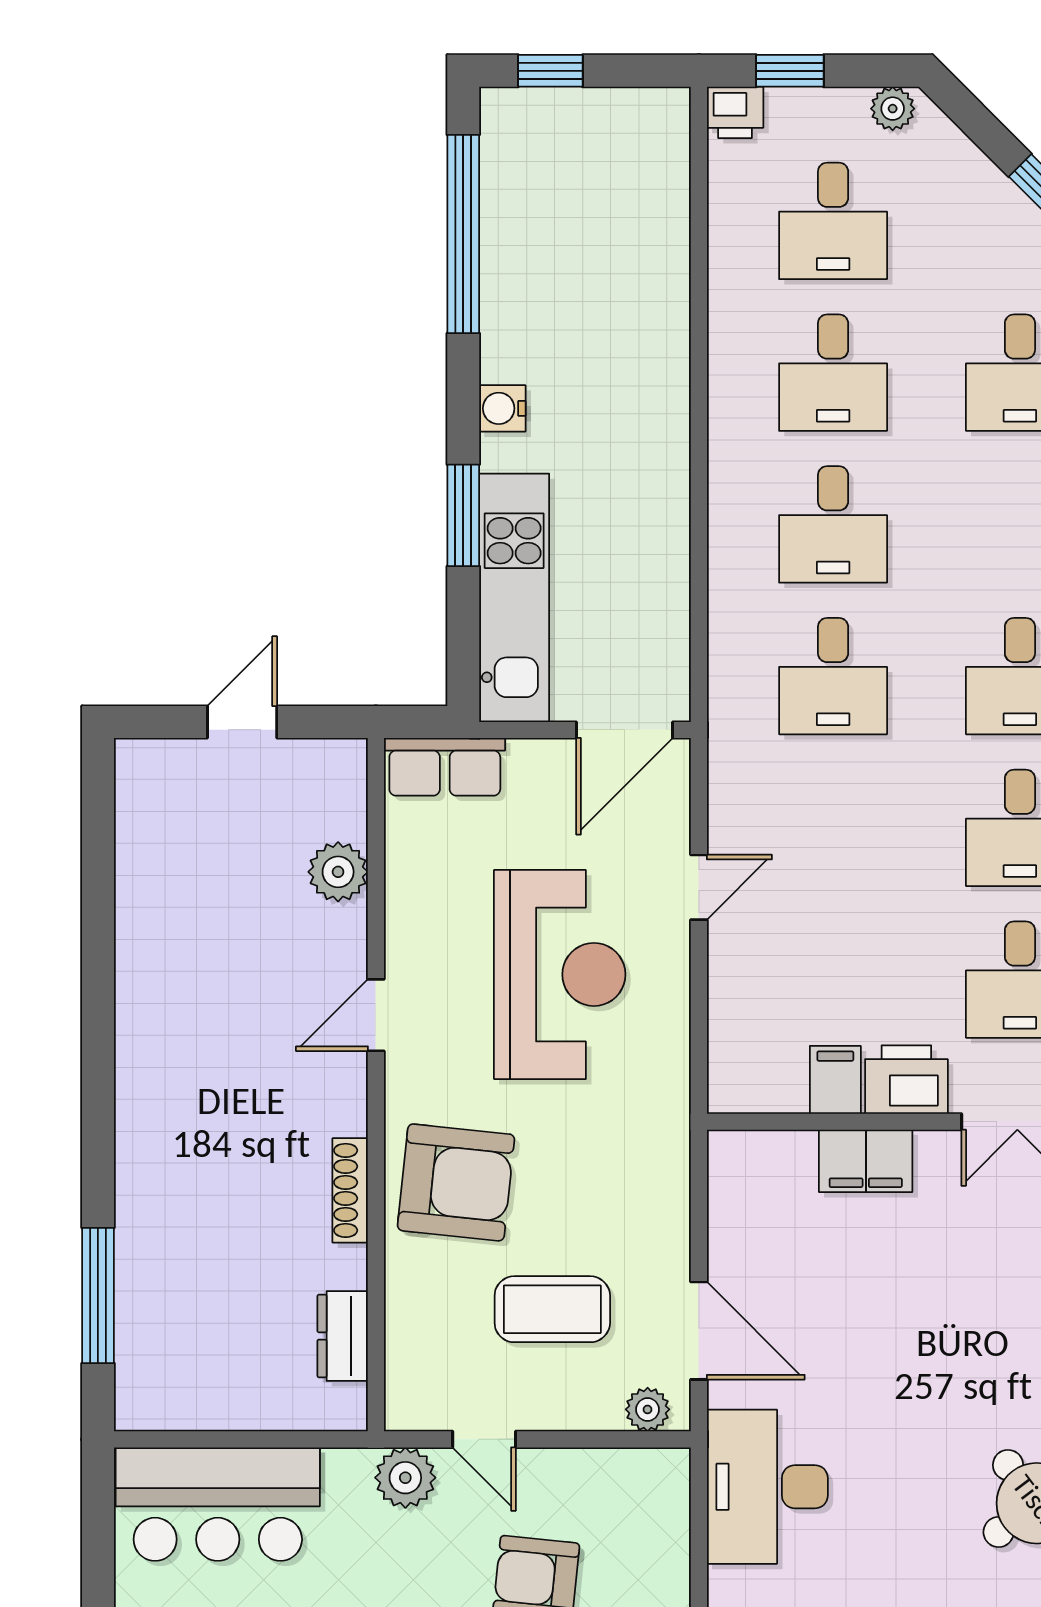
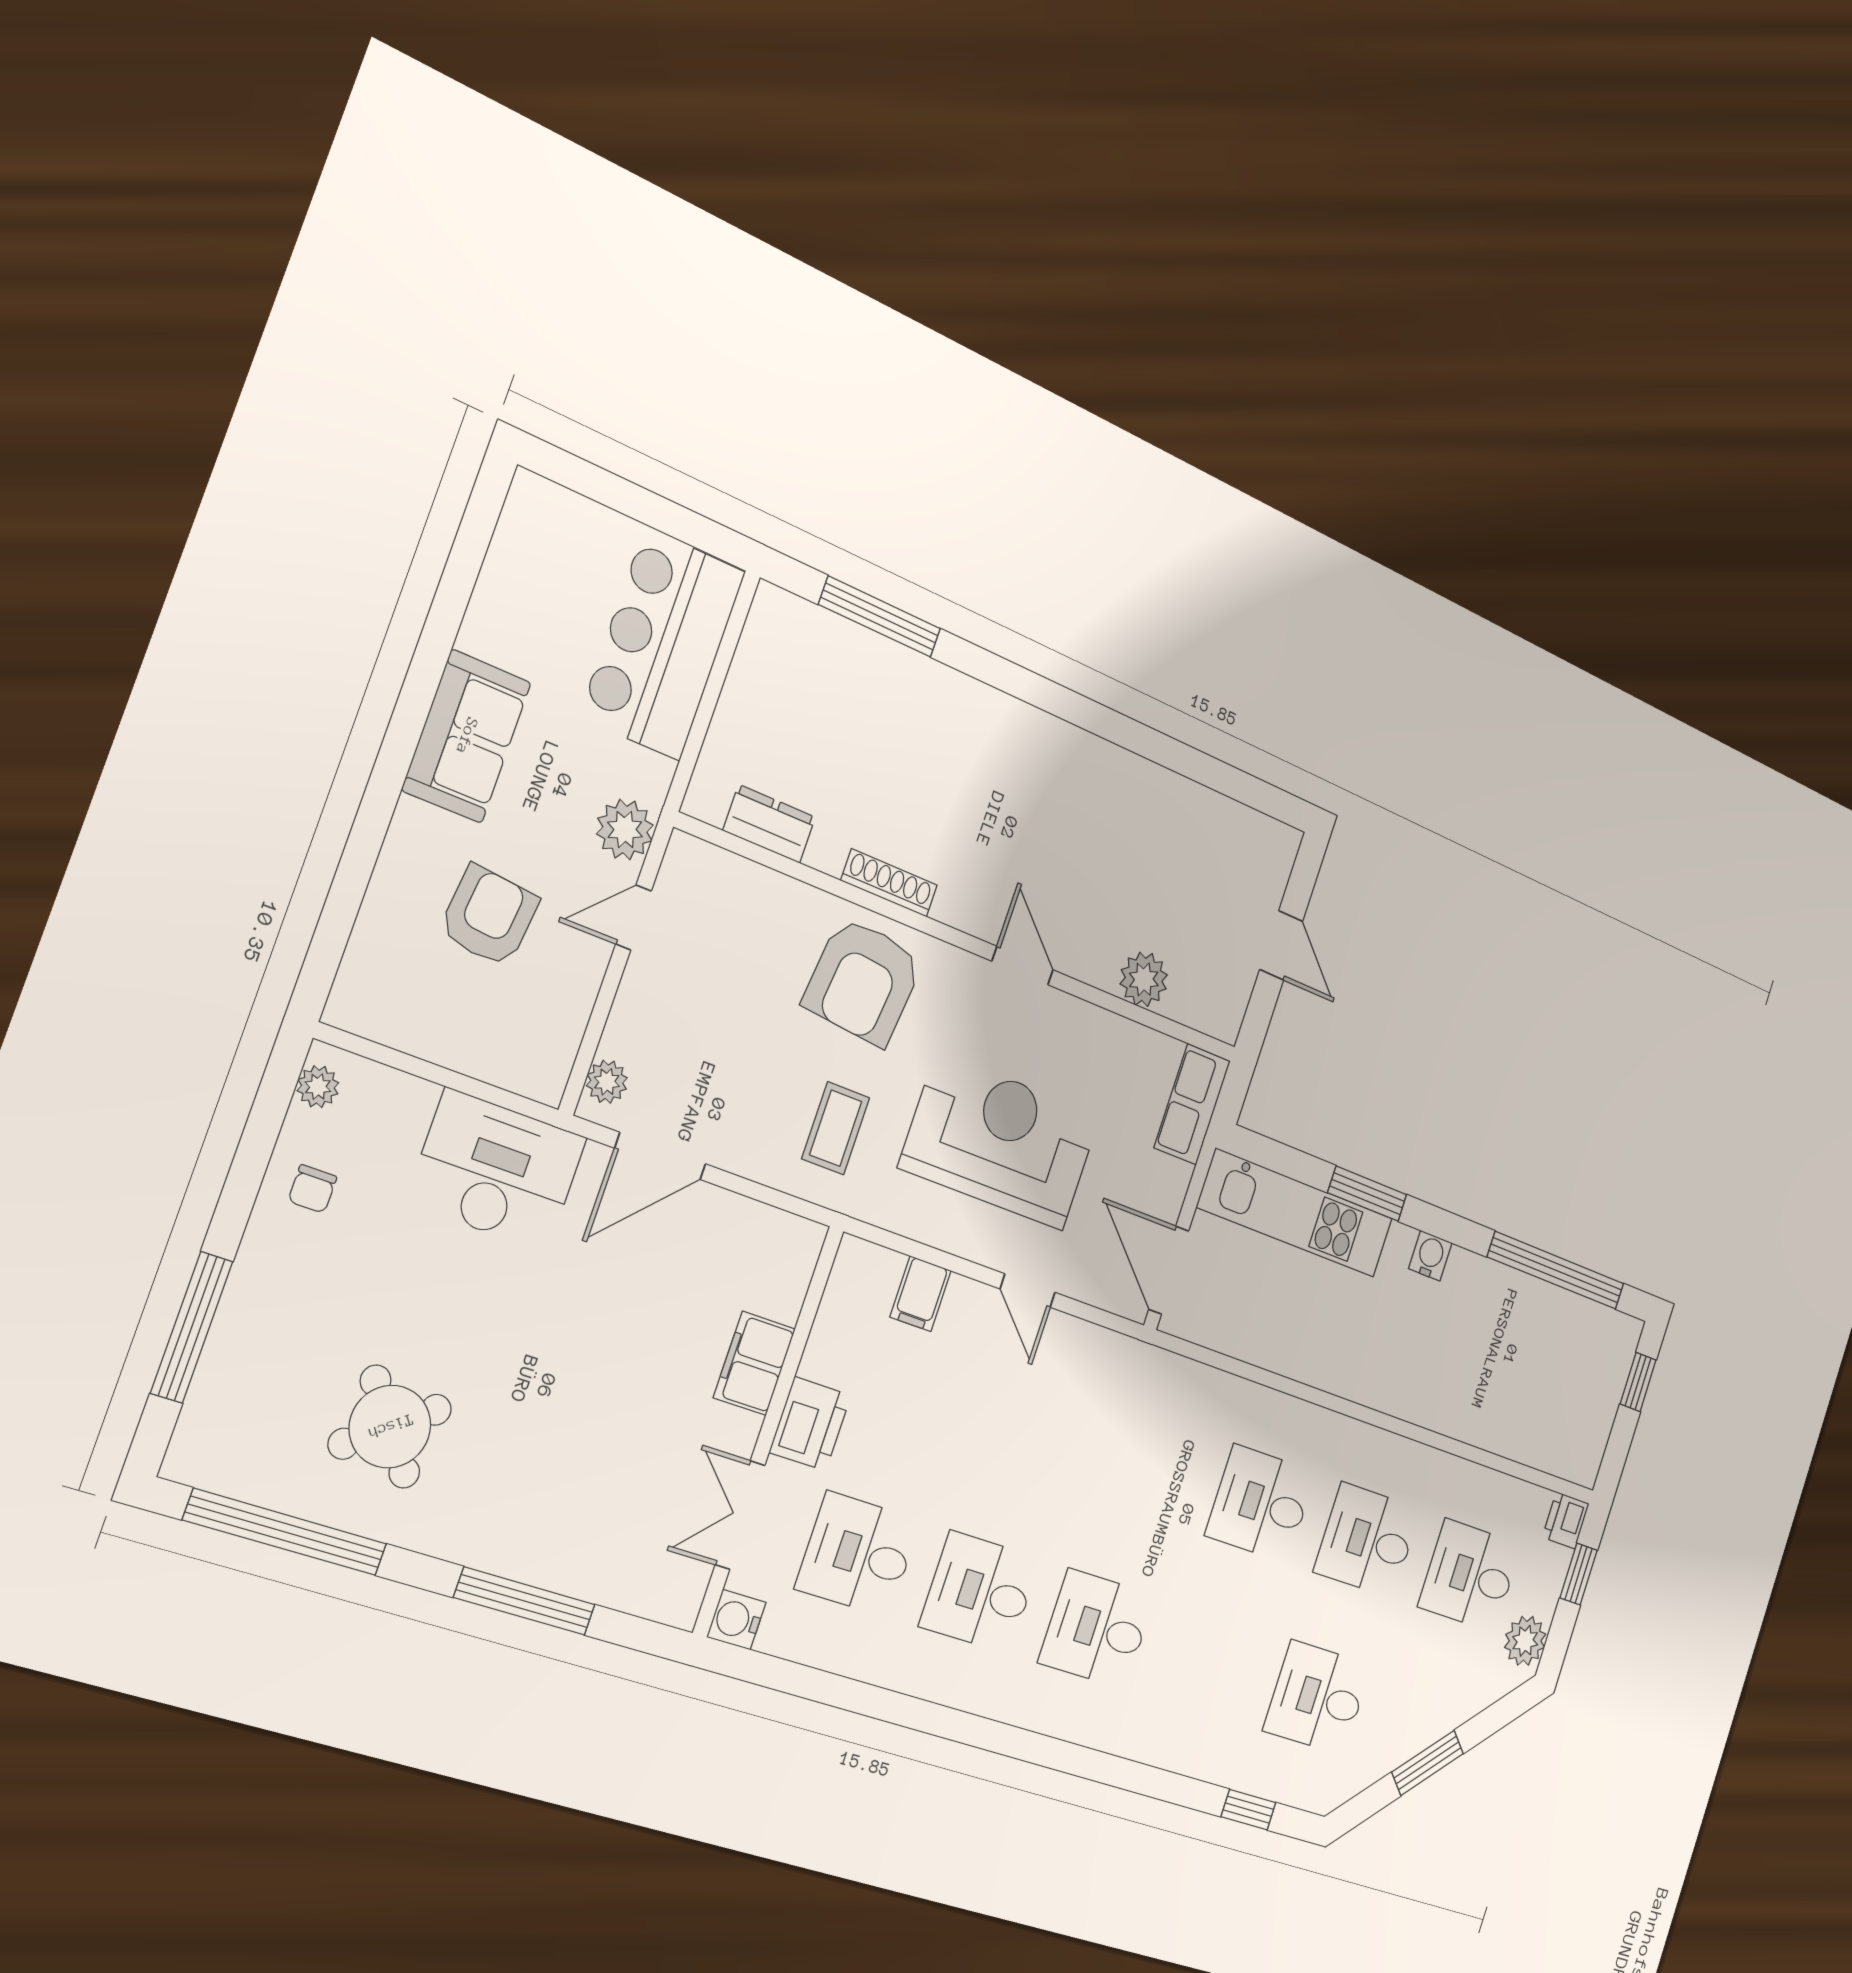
plant: (893, 109) -> (1525, 1641), width x1.38, depth x1.38
desk: (833, 676) -> (1150, 1466), removed
reception desk: (560, 974) -> (1000, 1141), turned 180
filing cabinet: (835, 1080) -> (921, 1294), moved, turned 90
coffee table: (552, 1309) -> (836, 1128), moved, width x0.73, depth x0.77

